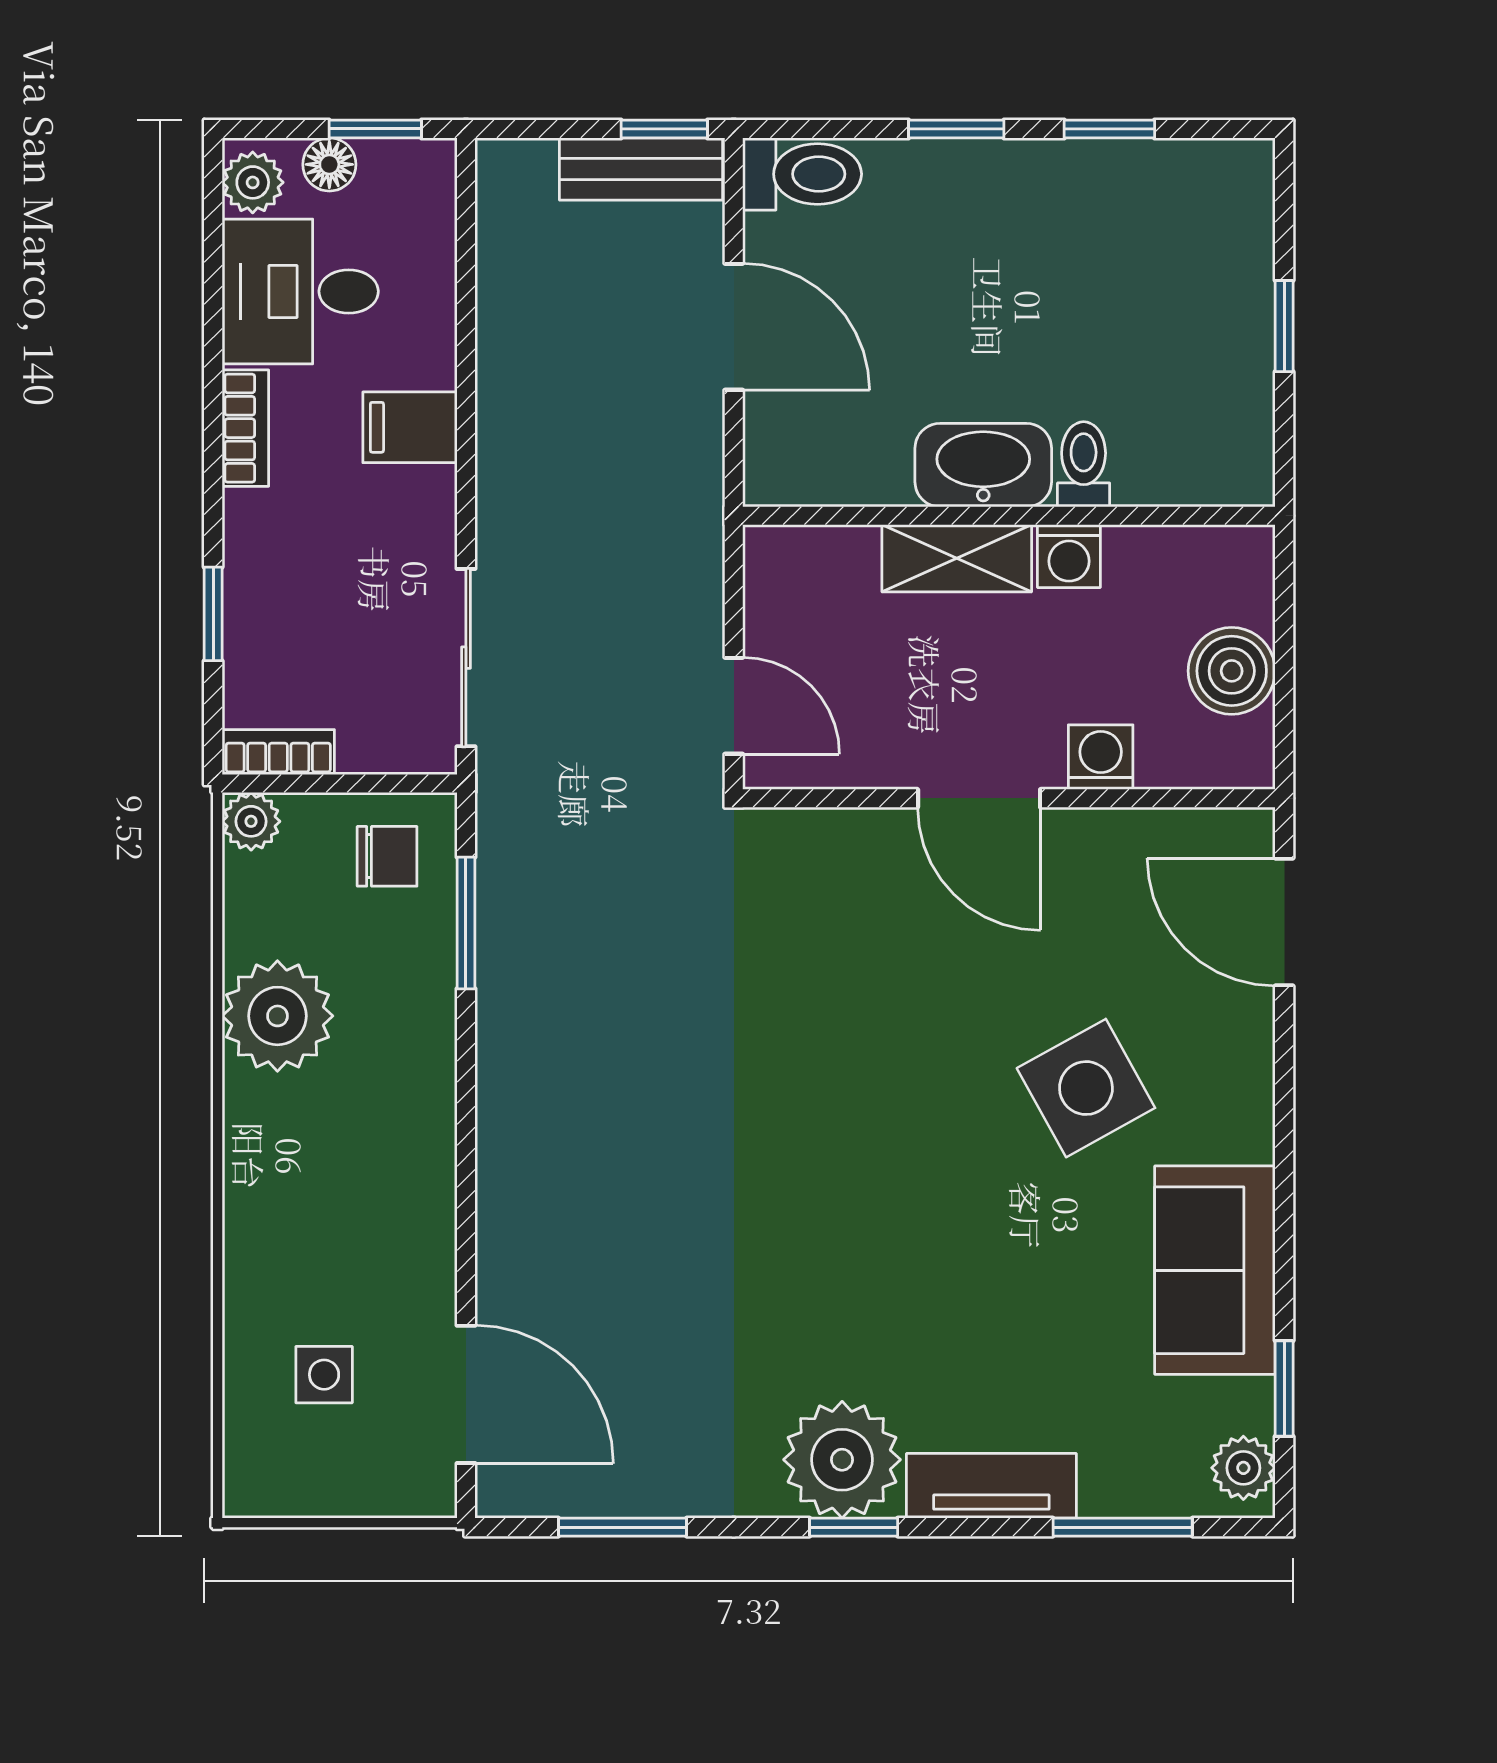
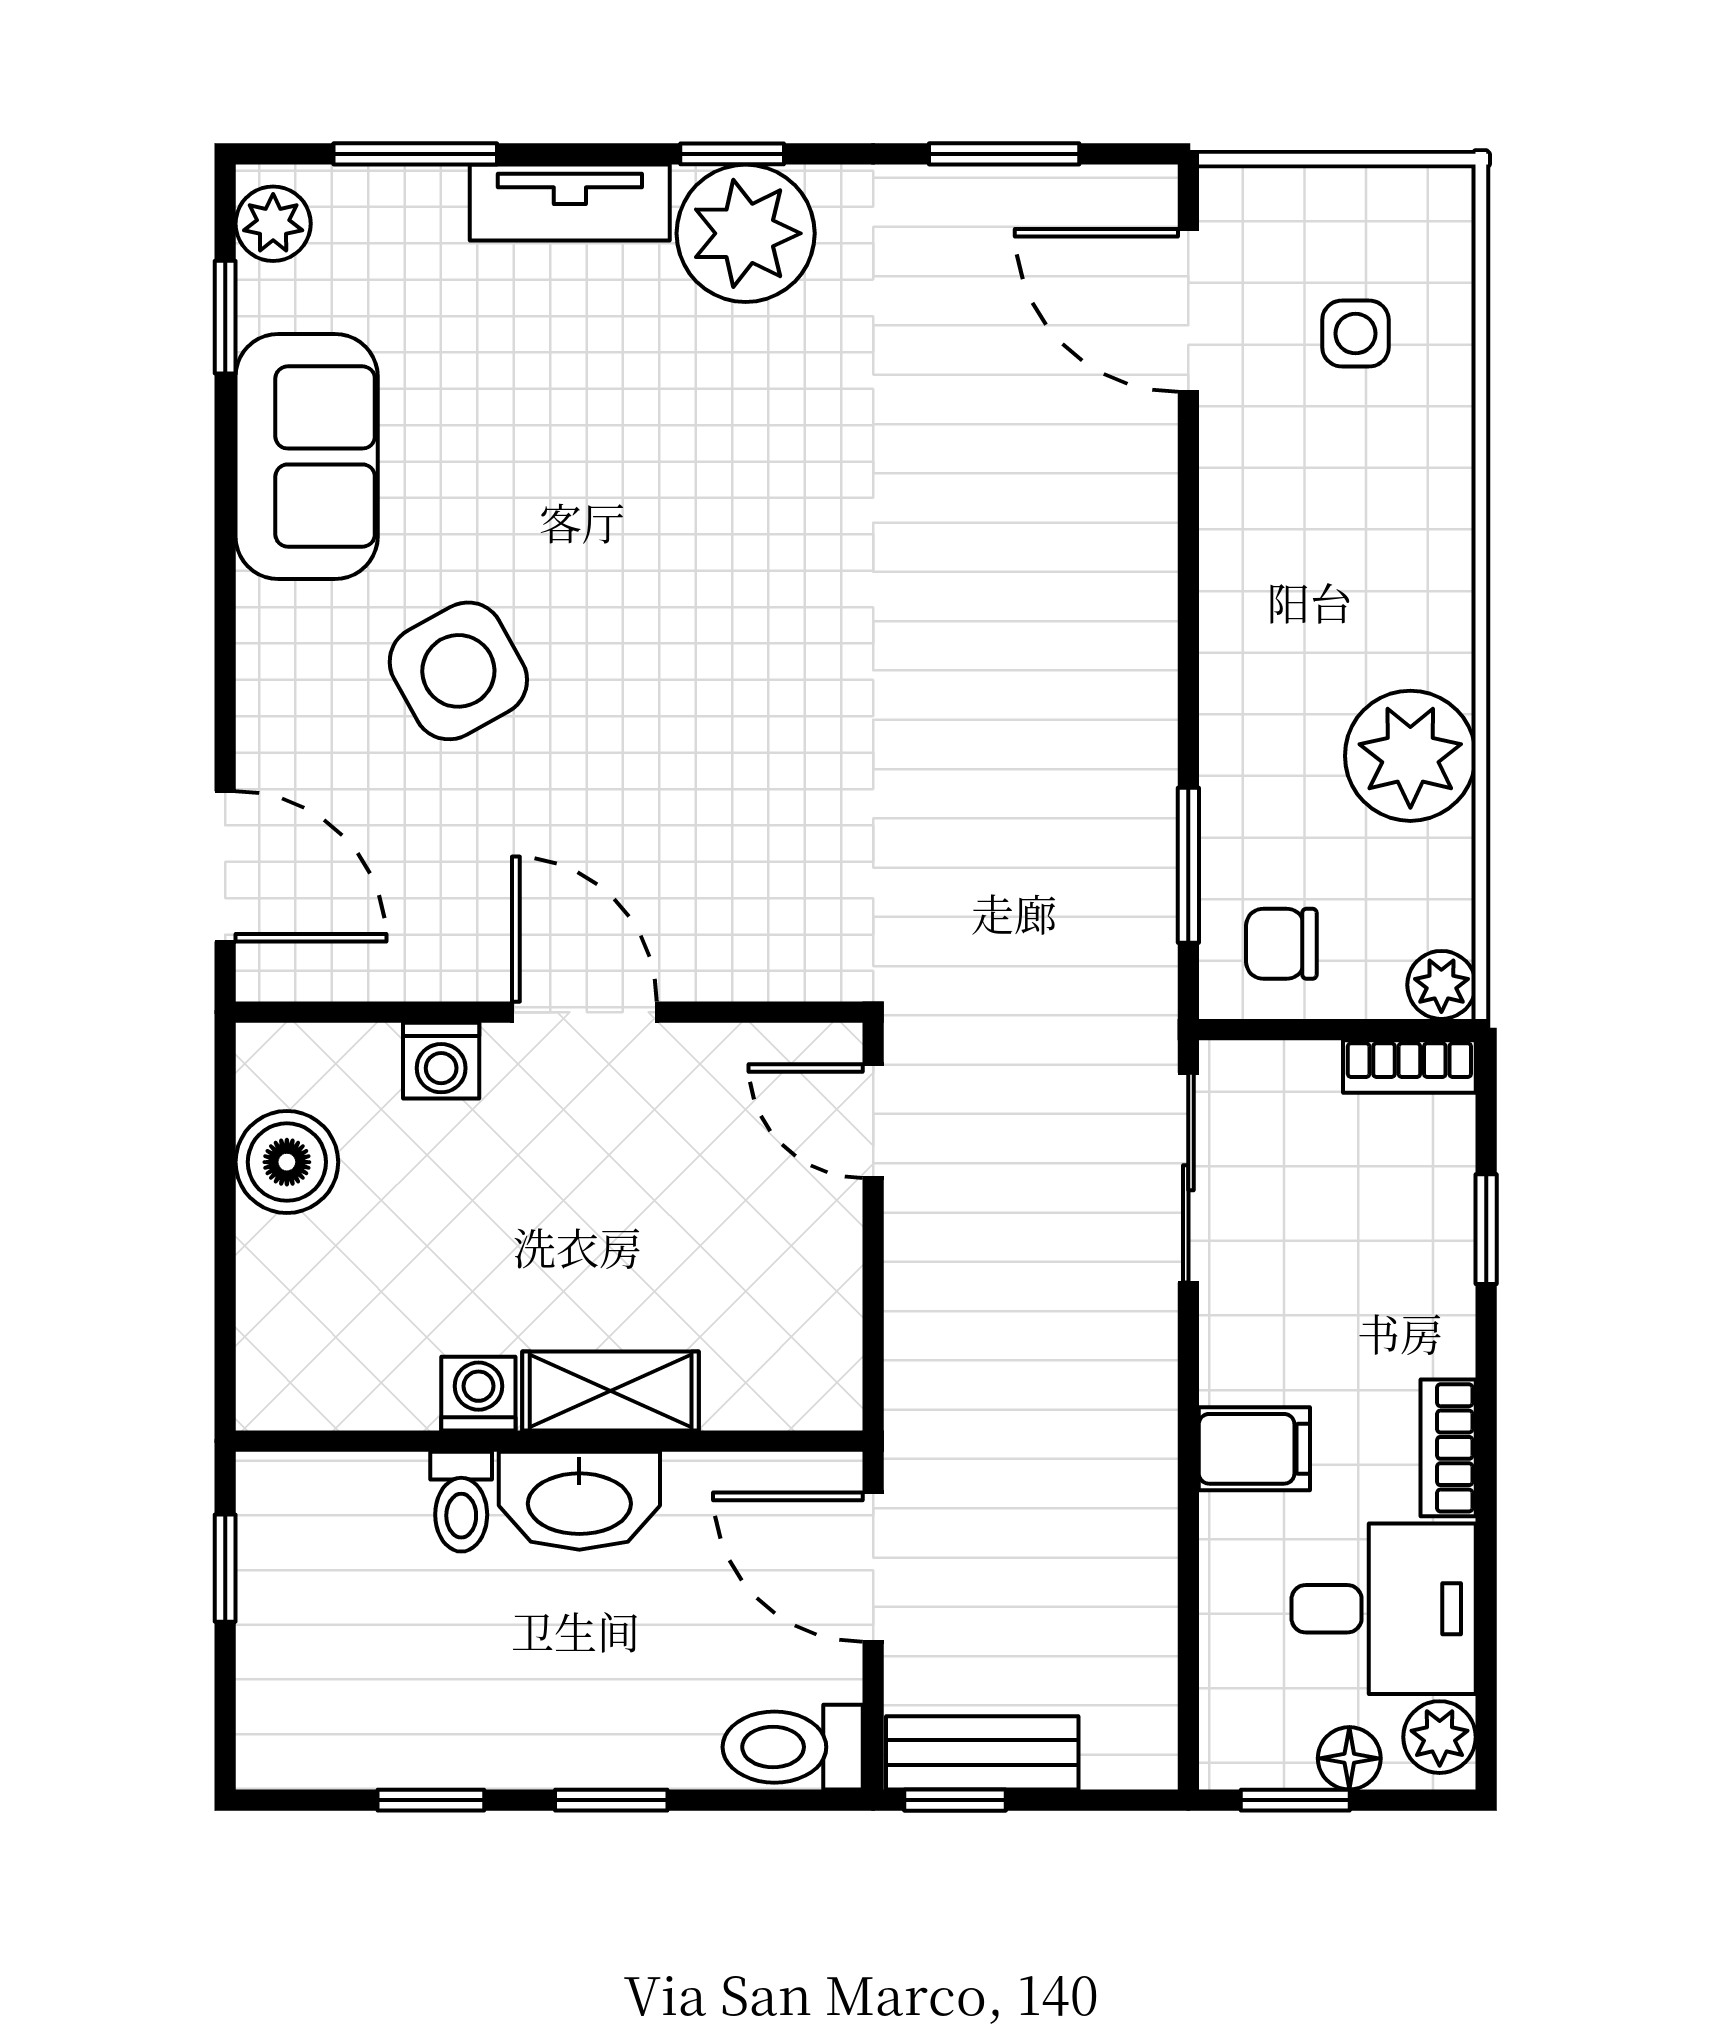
toilet: (1084, 464) -> (461, 1502), moved
washbasin: (983, 465) -> (579, 1501), moved
wall: (1009, 516) -> (549, 1441), moved
washing machine: (1069, 556) -> (478, 1394), moved
shelving: (957, 558) -> (611, 1391), moved

